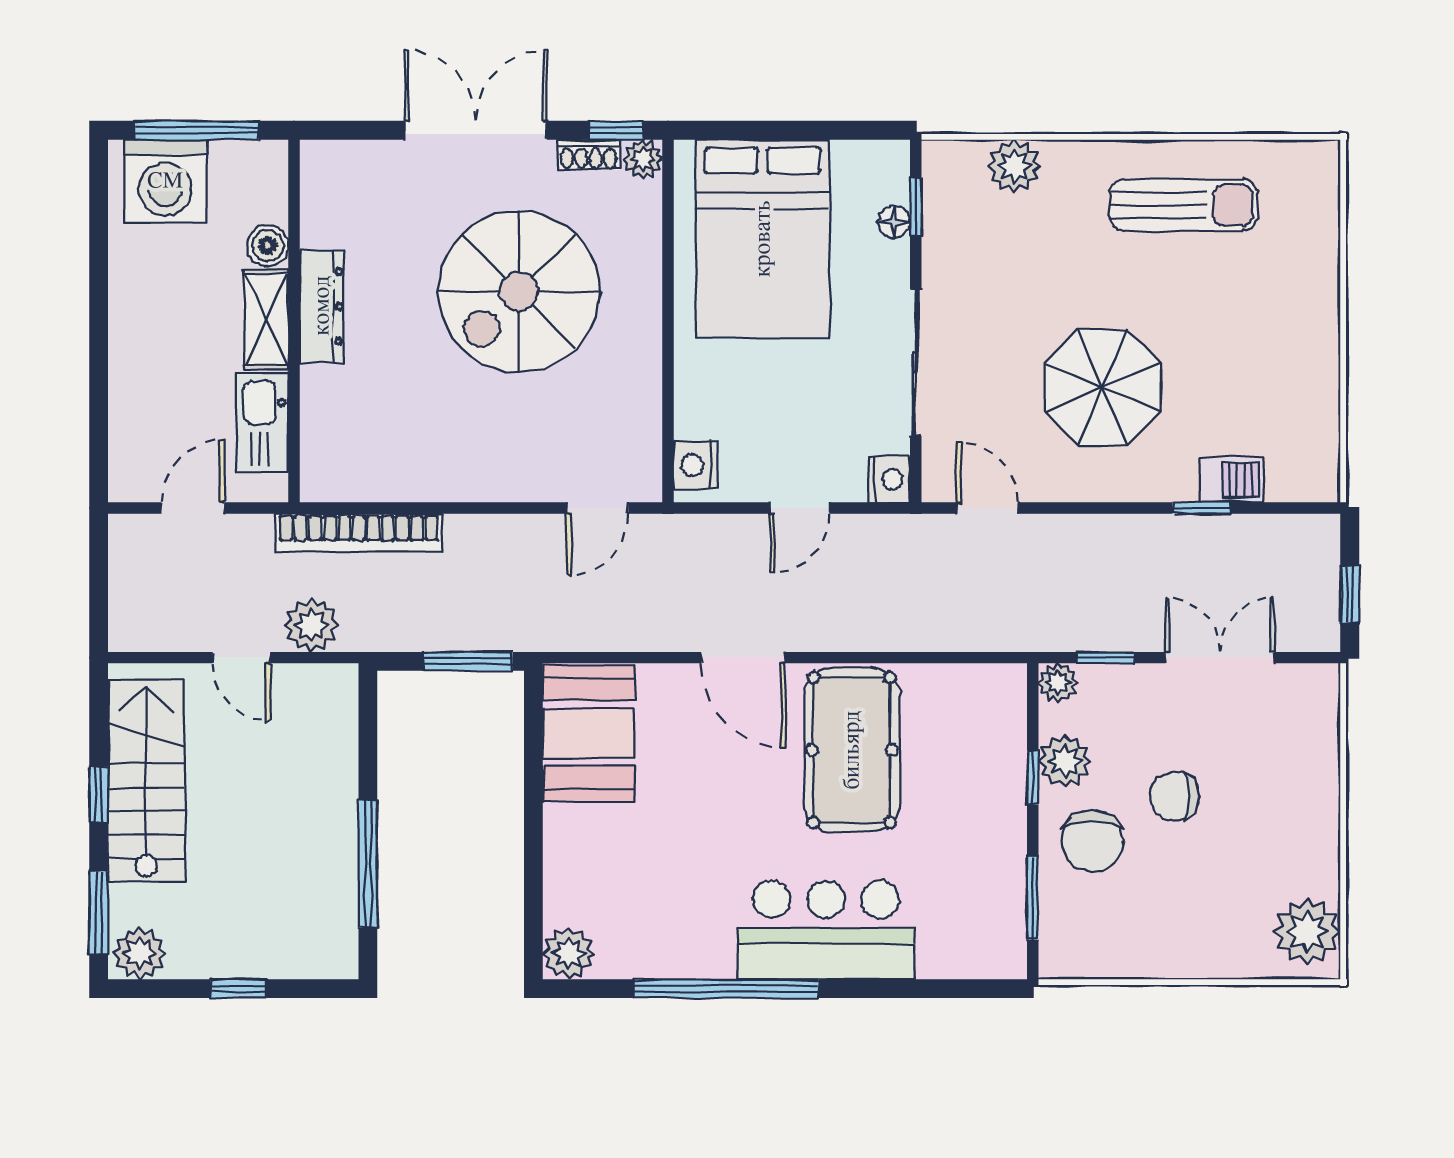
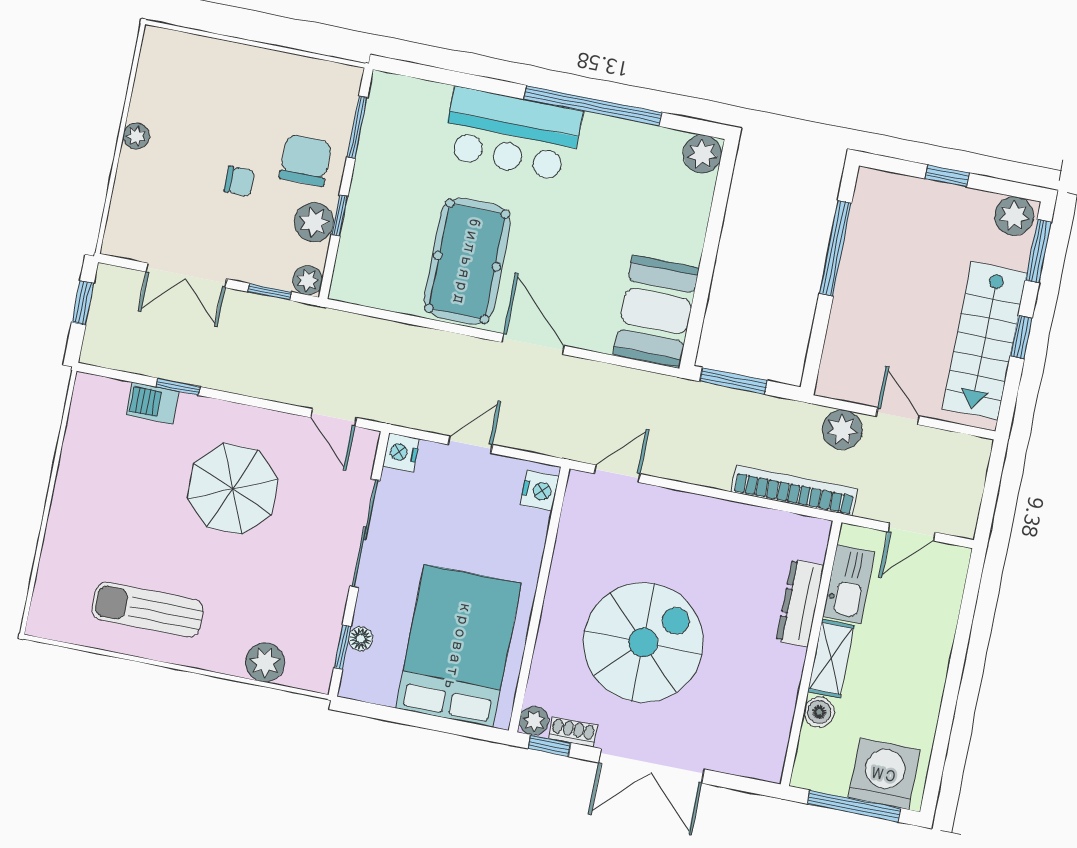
dresser: (322, 306) -> (800, 603), moved
chair: (1175, 796) -> (239, 181), width x0.73, depth x0.73
plant: (1307, 932) -> (136, 136), moved, width x0.53, depth x0.53

